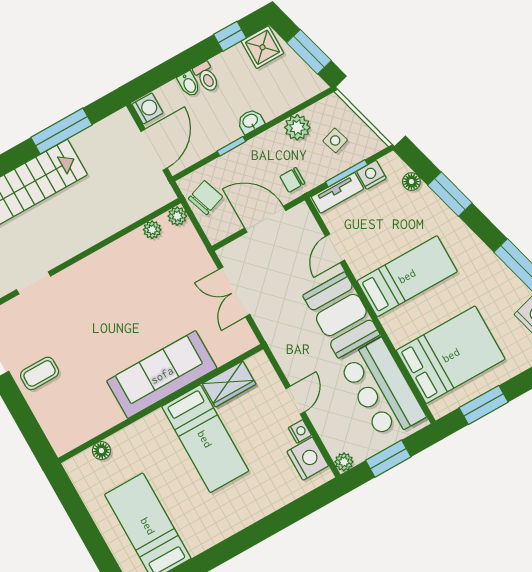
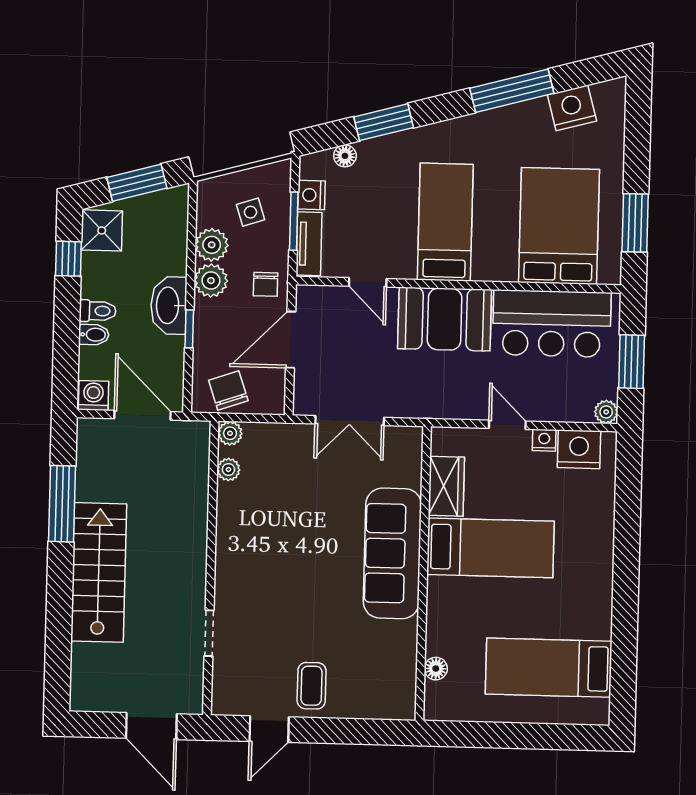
washbasin: (250, 121) -> (169, 305), width x1.91, depth x1.45
plant: (273, 141) -> (211, 281), added

